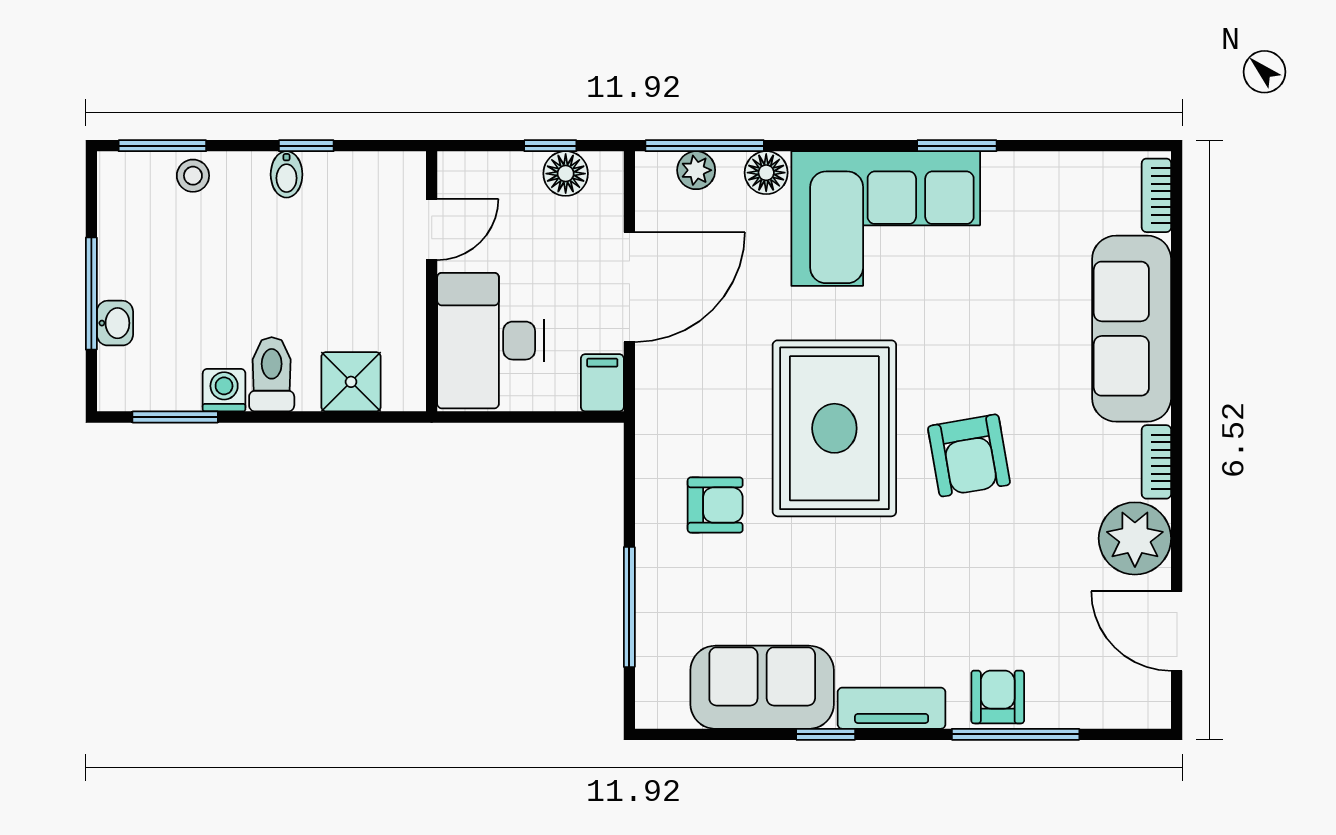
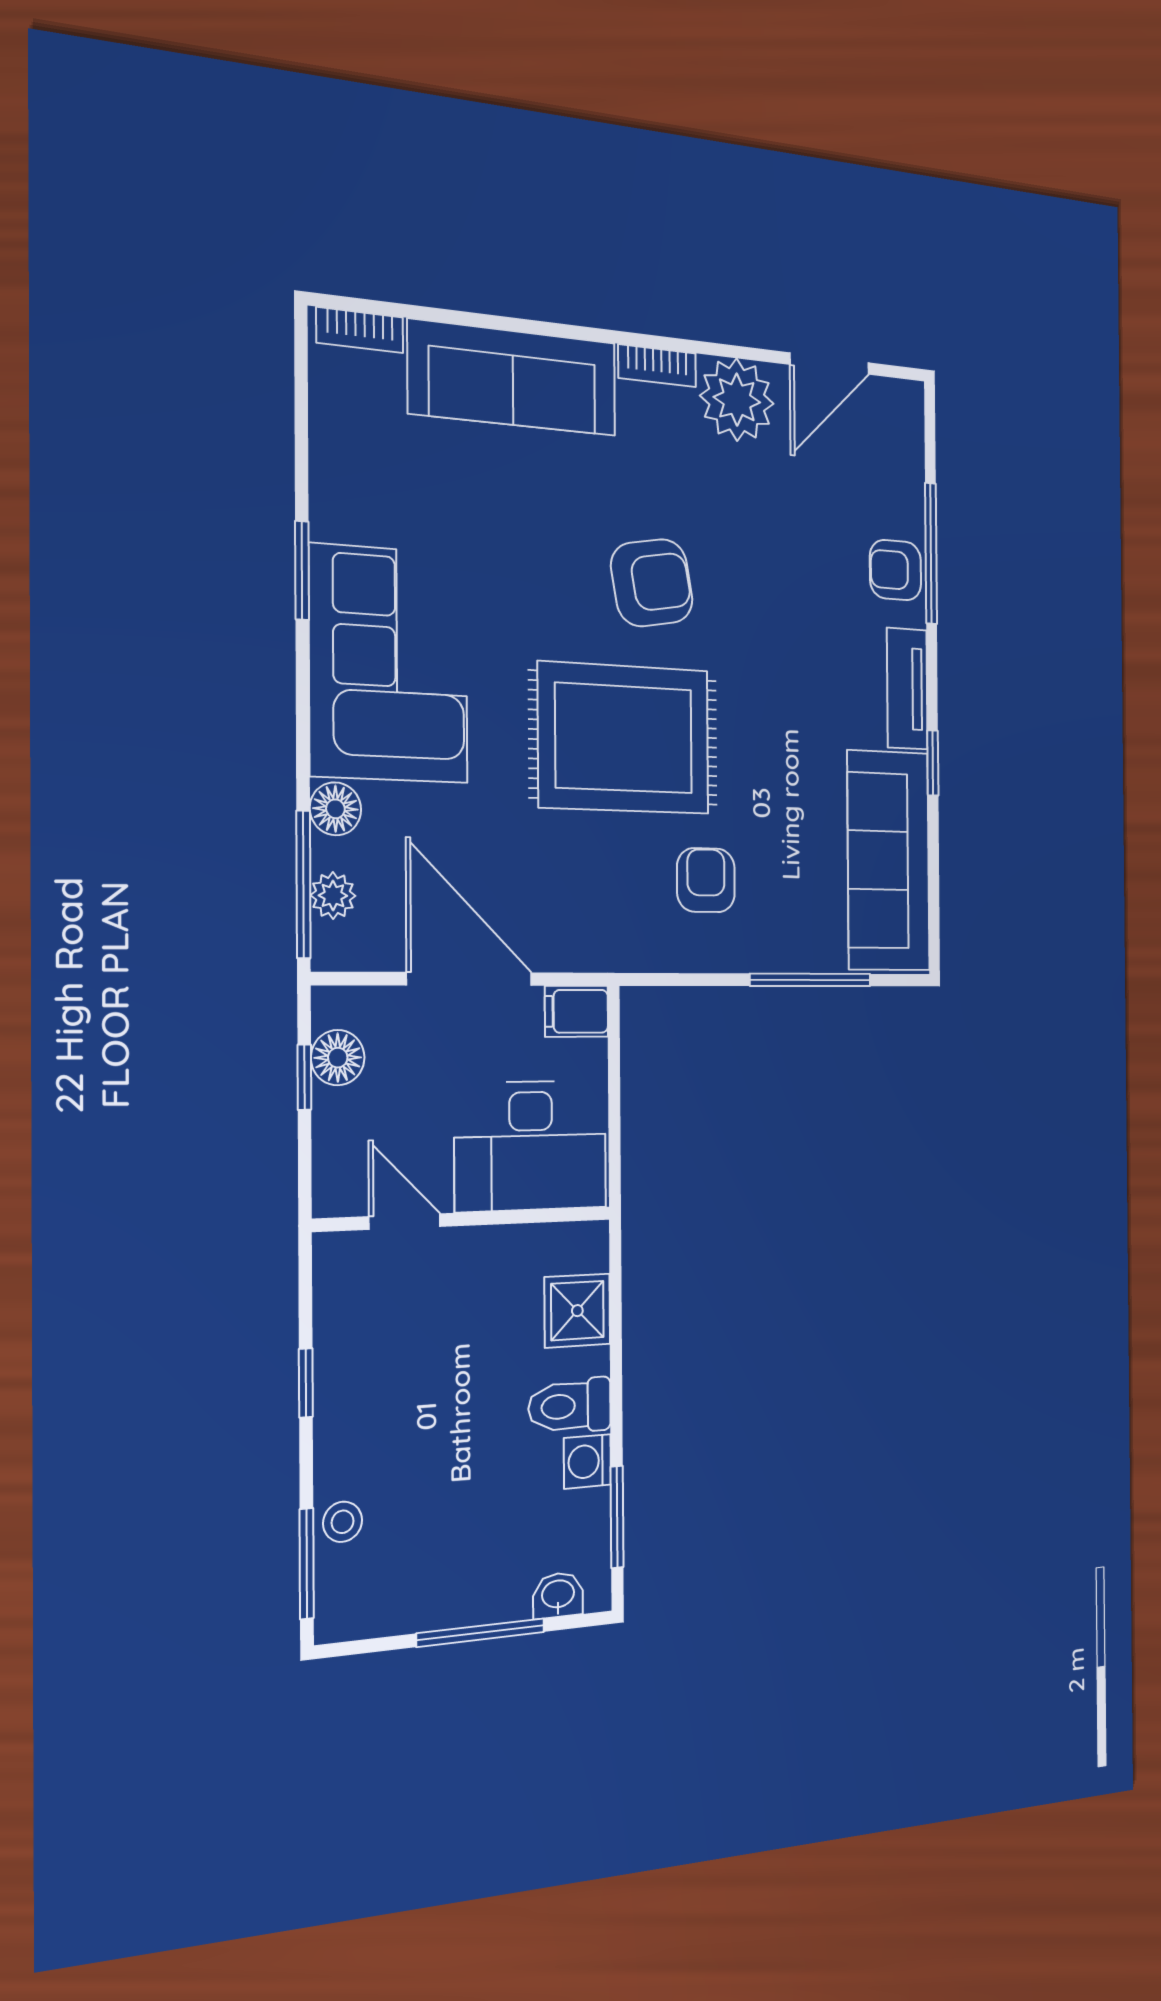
bidet: (287, 174) -> (340, 1405), removed
washbasin: (115, 323) -> (558, 1595), moved
sofa: (762, 687) -> (889, 861), width x1.36

